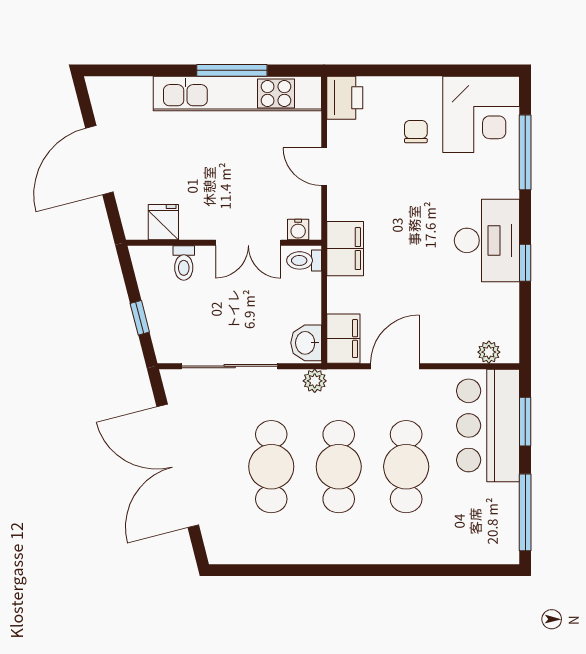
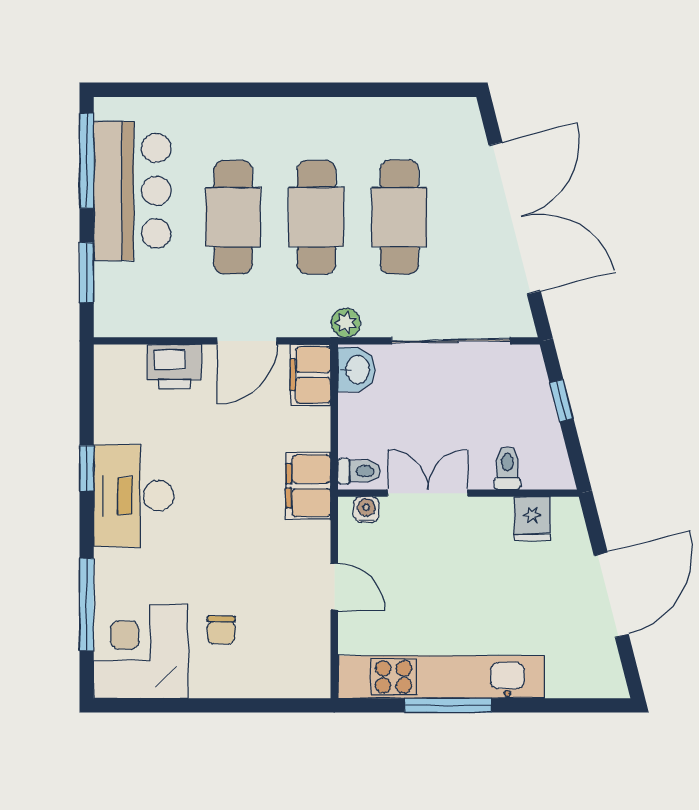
printer: (345, 98) -> (175, 366), moved, turned -90
plant: (489, 352) -> (131, 358), removed
bar counter: (488, 425) -> (132, 191), moved

